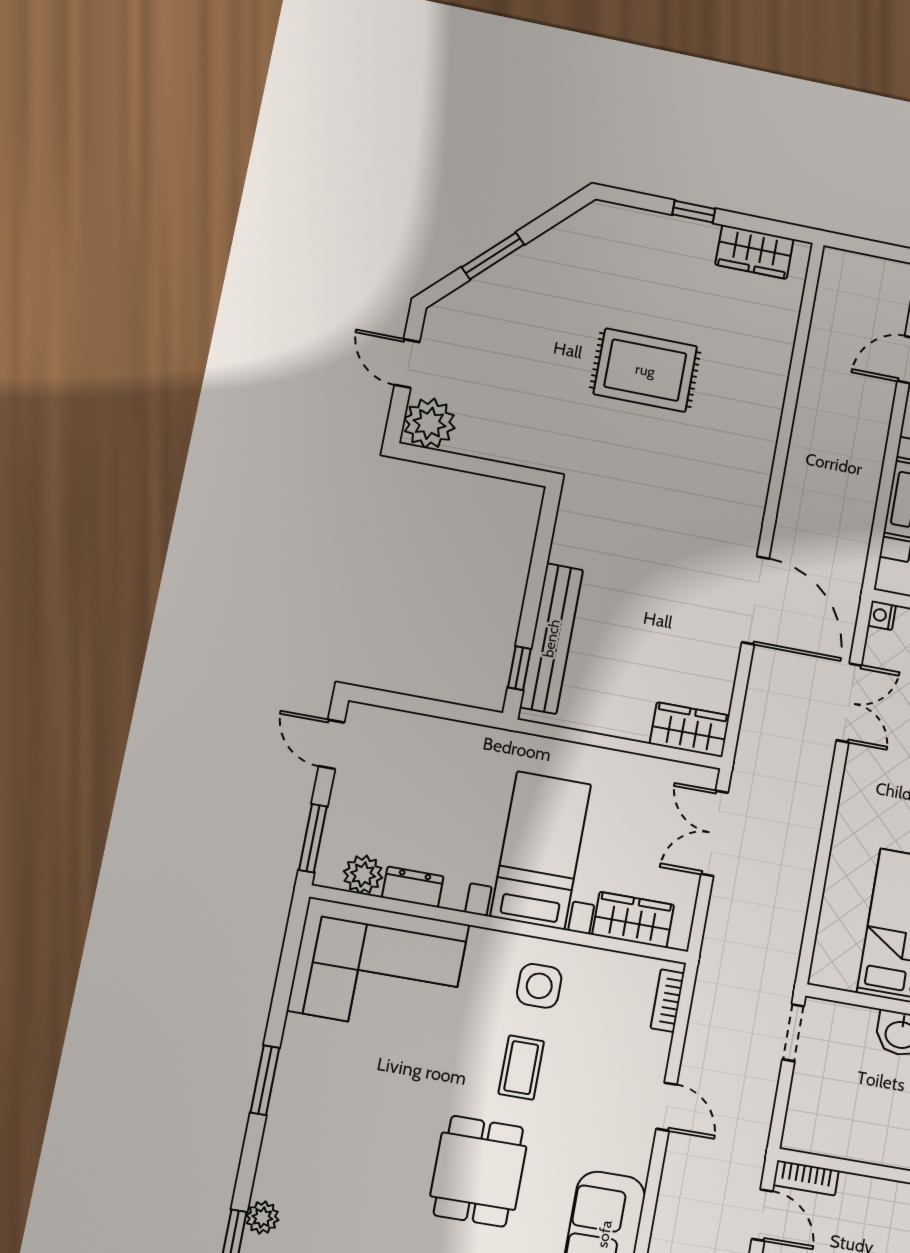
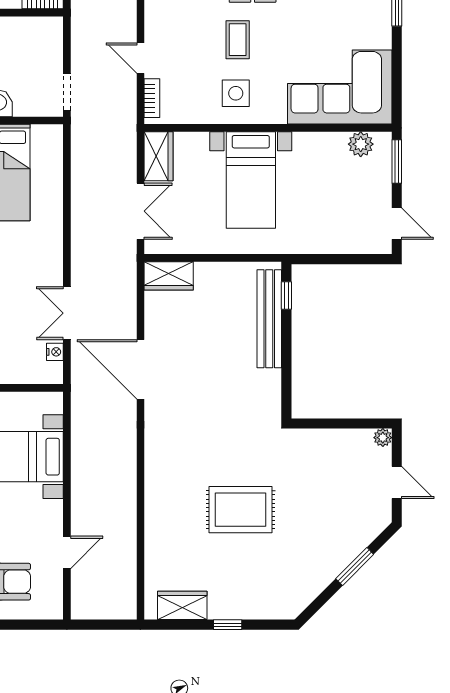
plant: (429, 423) -> (383, 438), width x0.53, depth x0.53
nightstand: (882, 615) -> (55, 352), moved
dresser: (413, 887) -> (328, 142), removed
wardrobe: (633, 920) -> (158, 156), moved, turned -90
door: (667, 1107) -> (140, 58), moved

